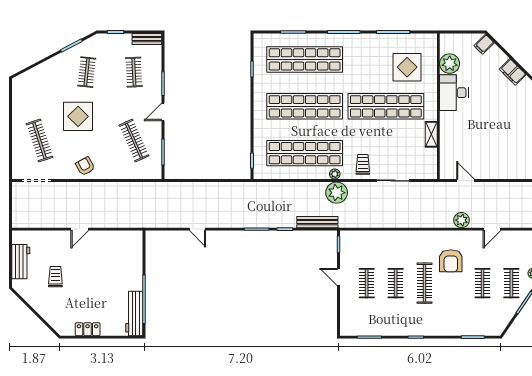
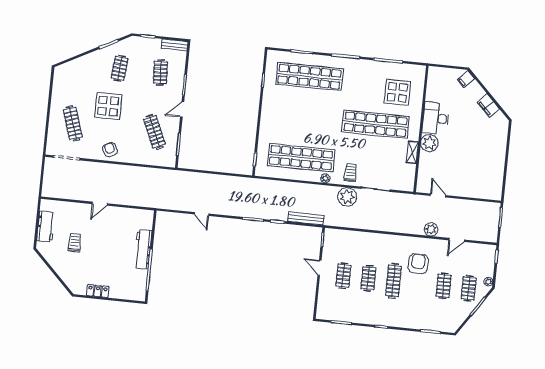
plant: (450, 64) -> (429, 143), moved
shop shelf: (305, 106) -> (305, 117), removed
plant: (337, 193) -> (347, 197), moved
armchair: (451, 261) -> (418, 264), turned 180
workbench: (134, 313) -> (143, 249), moved

